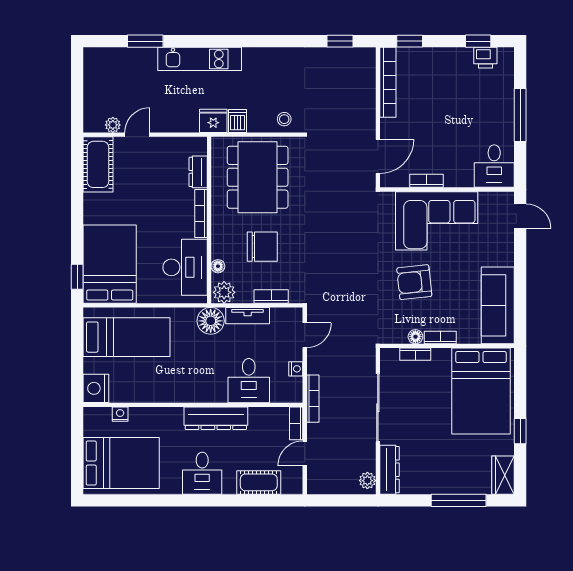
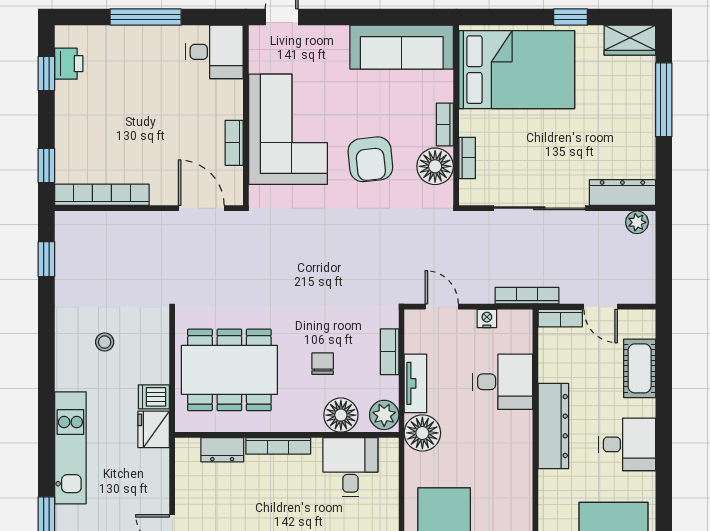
stool: (284, 119) -> (105, 342), moved
chair: (262, 247) -> (323, 364), width x0.54, depth x0.54
floor lamp: (218, 266) -> (341, 415), width x1.89, depth x1.89
desk: (185, 267) -> (350, 467), width x0.73
floor lamp: (415, 337) -> (435, 166), width x1.89, depth x1.89

